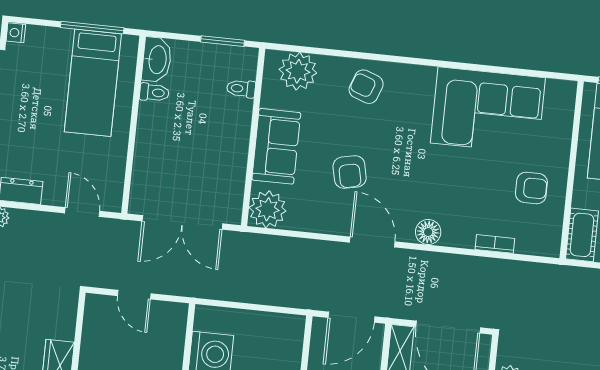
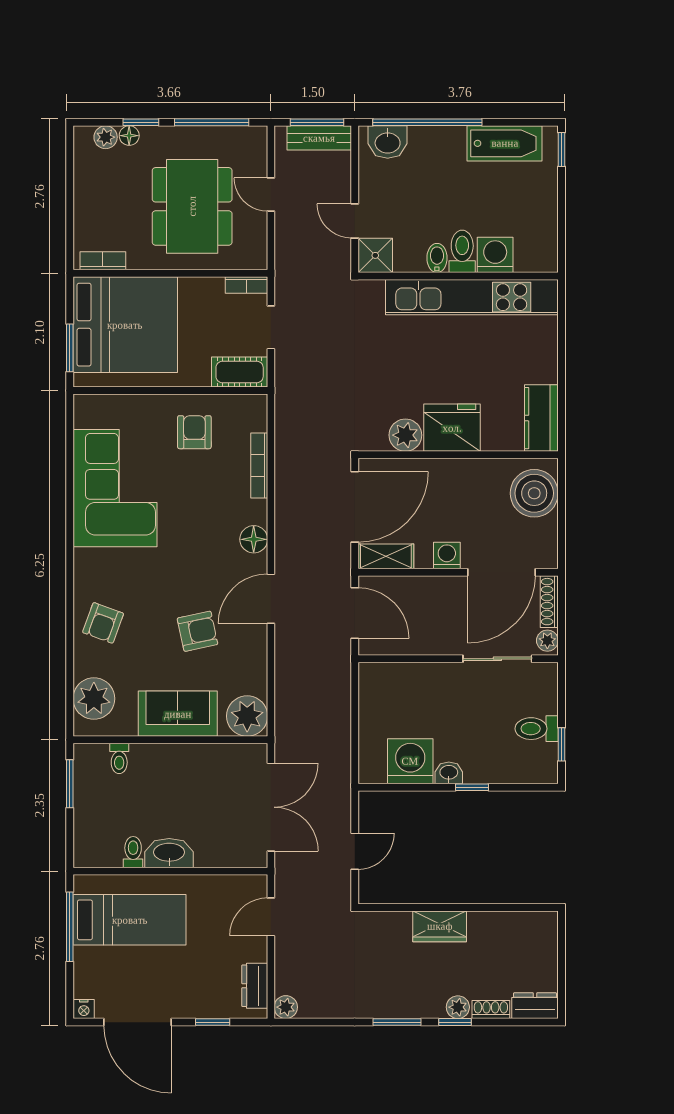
washbasin: (157, 60) -> (169, 853), moved
bookcase: (495, 244) -> (259, 465), width x1.56

